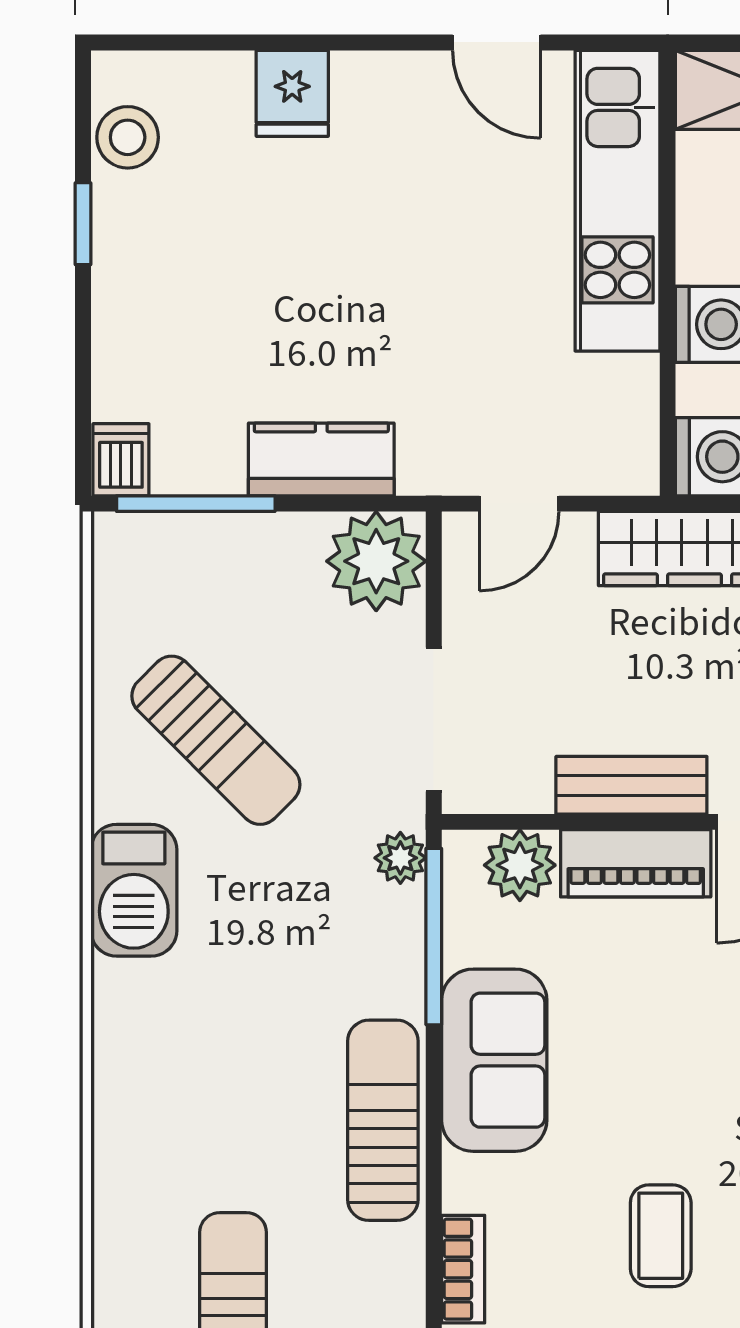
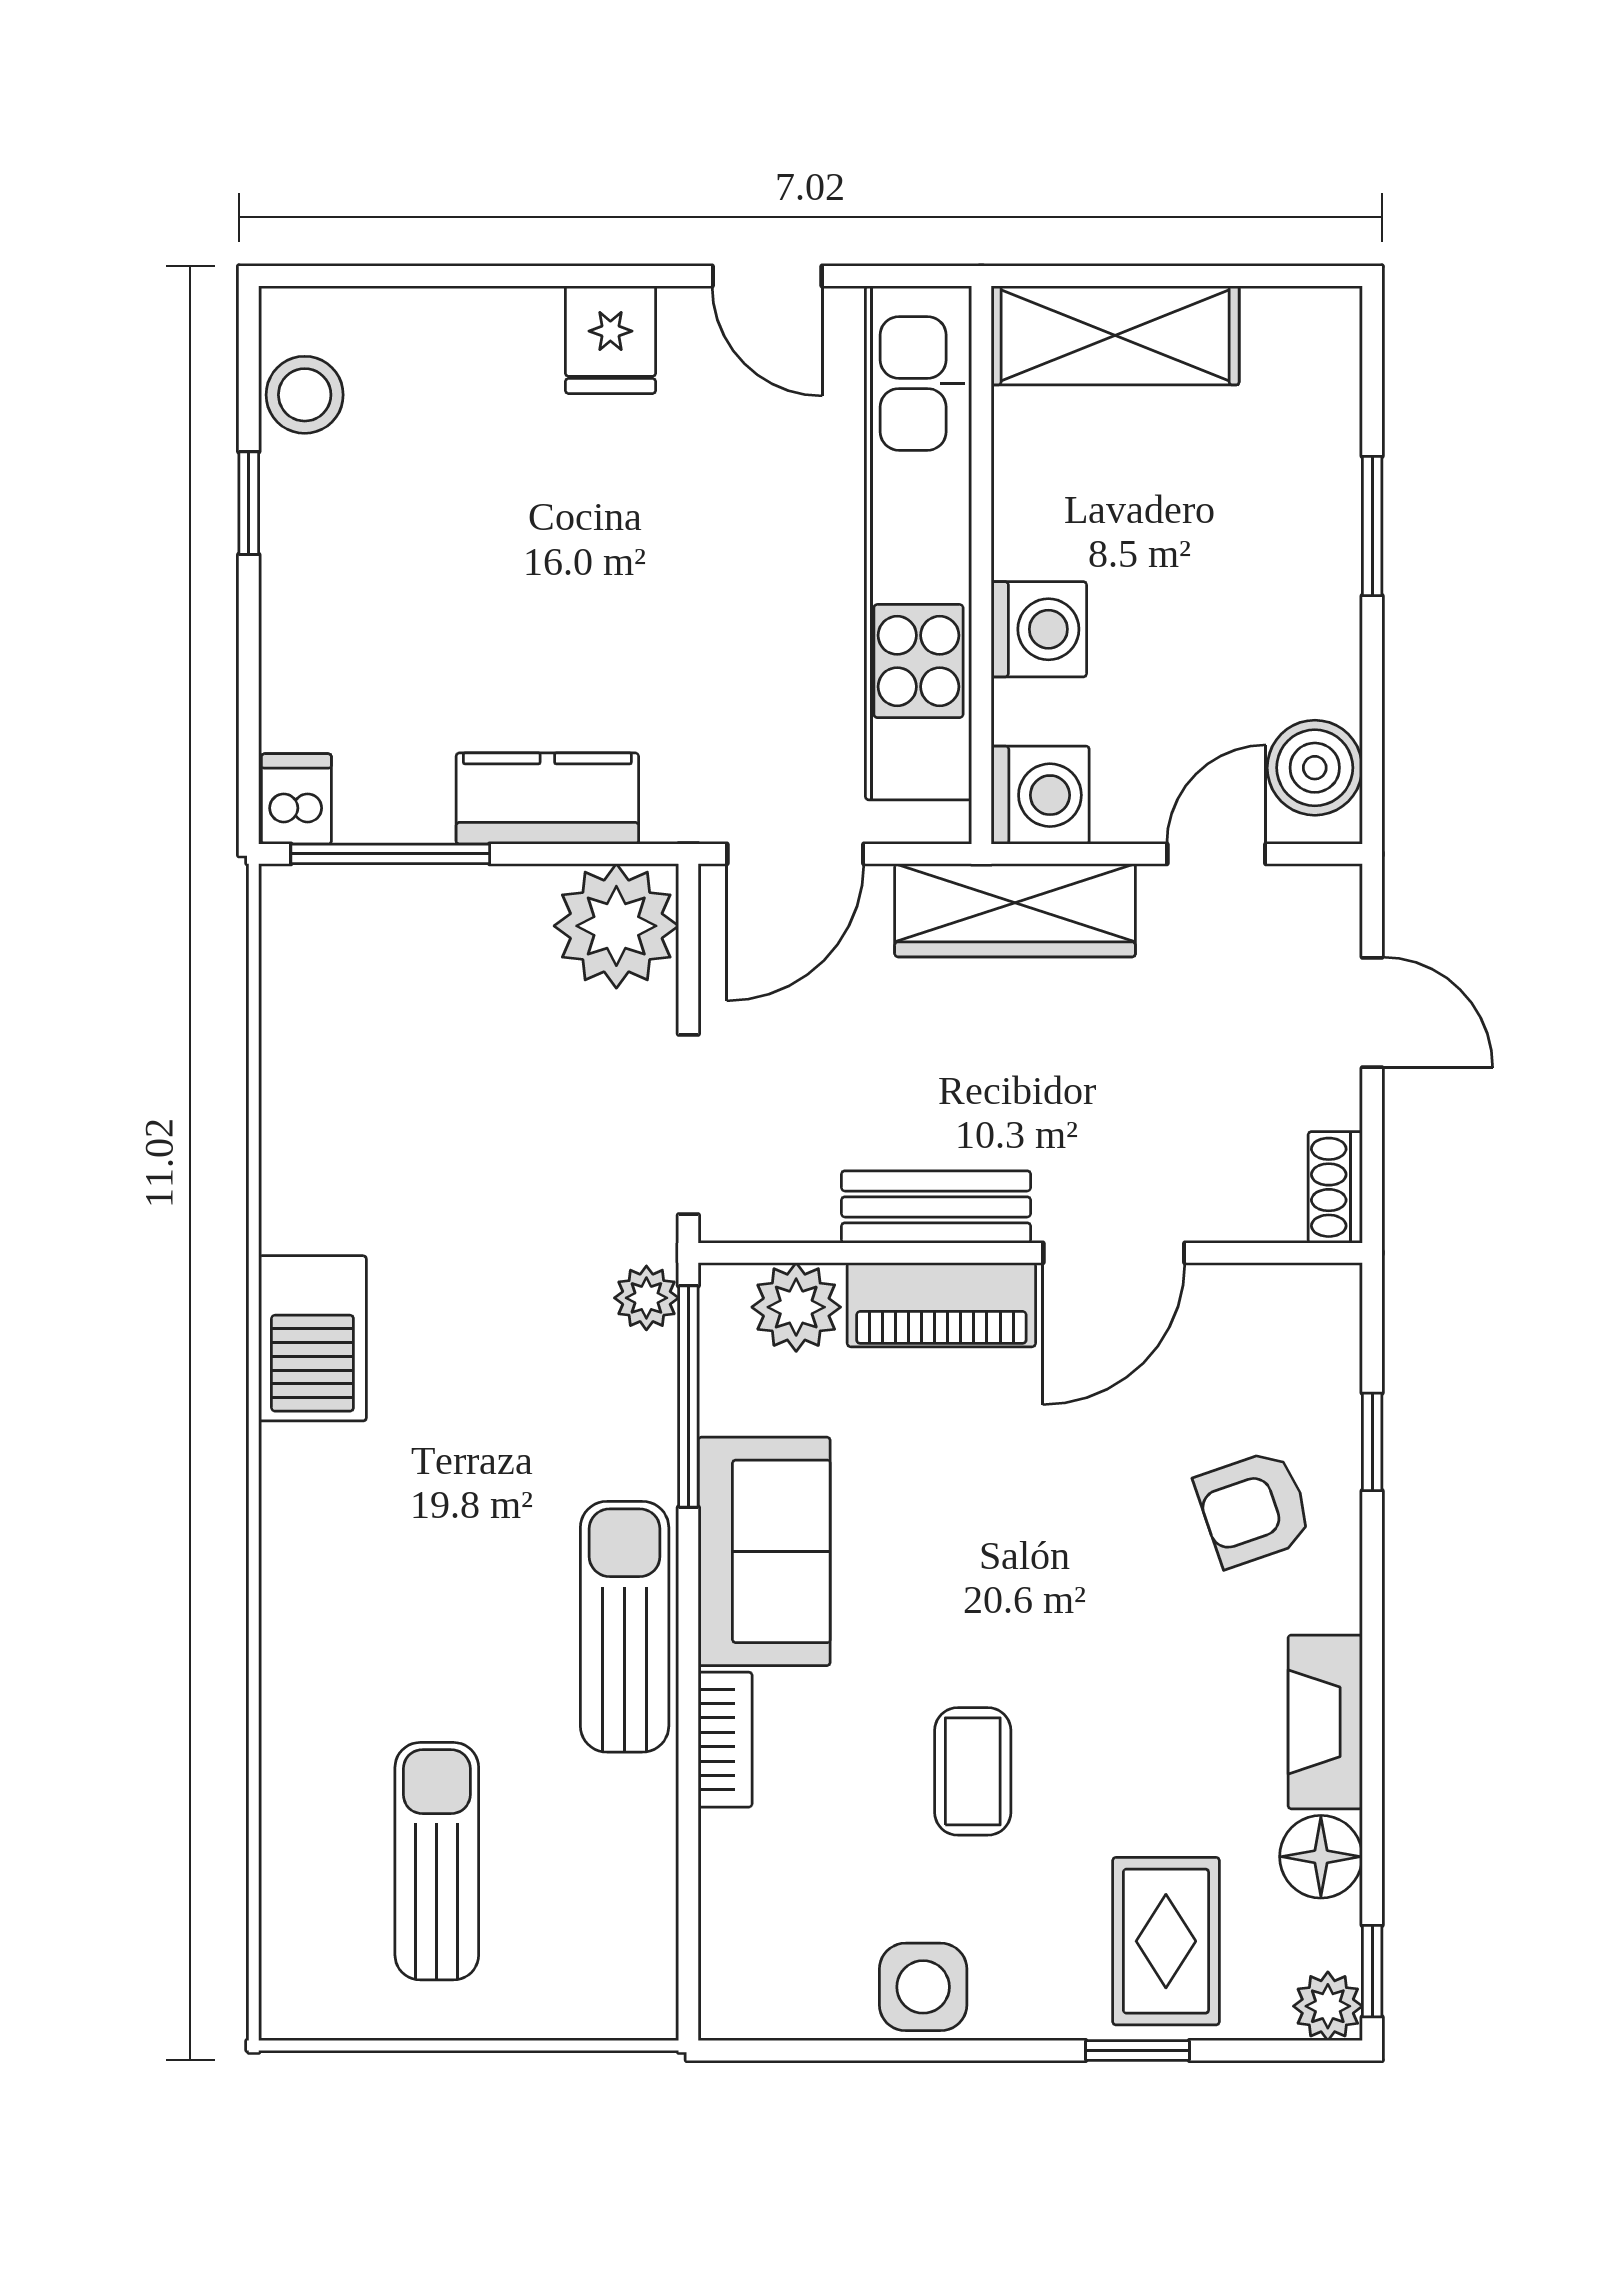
fridge: (292, 93) -> (610, 340), moved
kitchen unit: (617, 201) -> (918, 543), width x1.36
door: (519, 504) -> (795, 854), width x1.38
sun lounger: (216, 740) -> (415, 1150), removed
bookcase: (463, 1269) -> (725, 1740), moved

